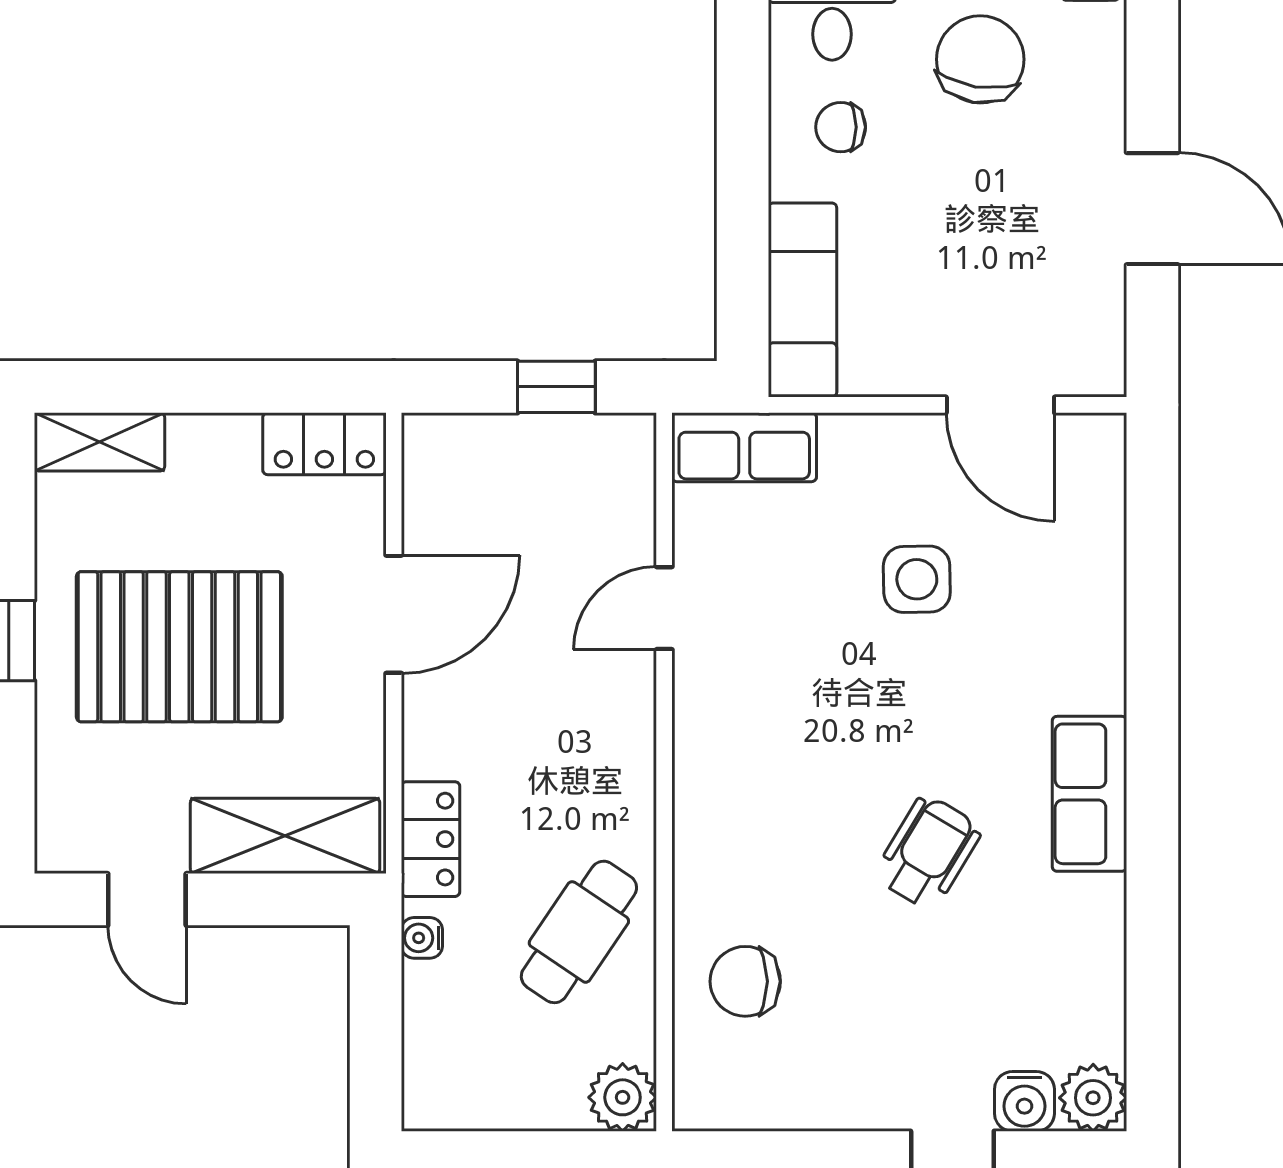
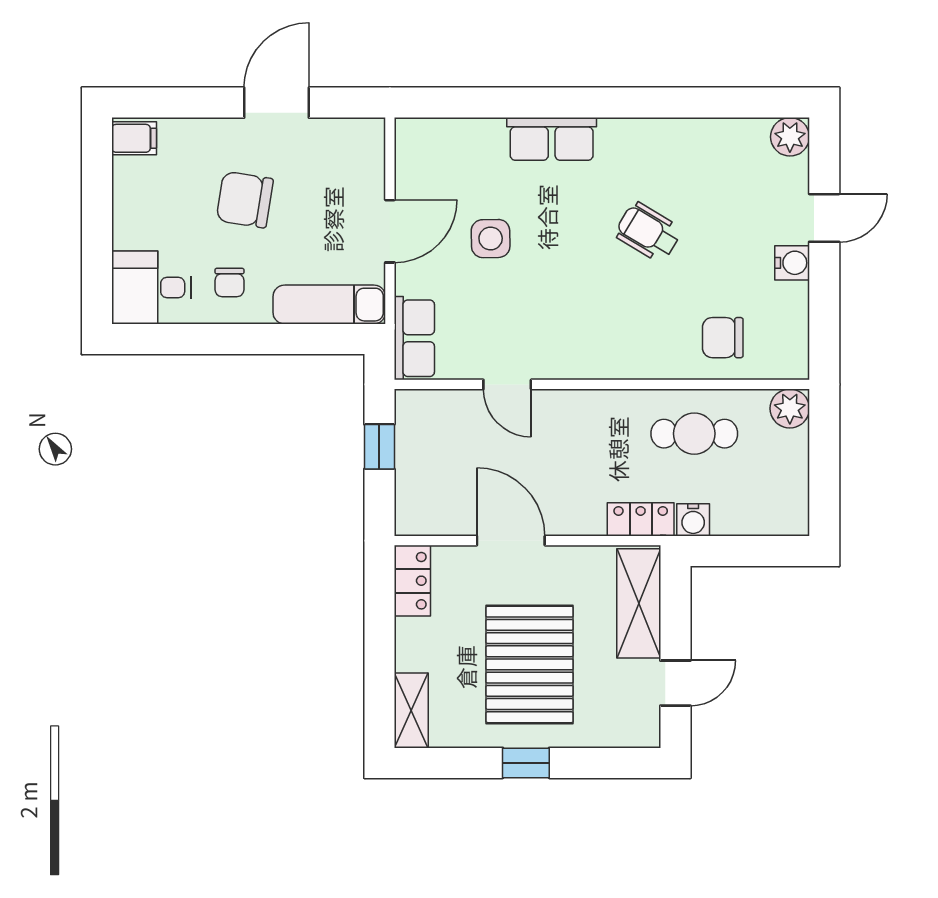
chair: (980, 59) -> (245, 200), moved
door: (1000, 405) -> (390, 231), moved
row of seats: (1089, 794) -> (552, 139), moved
cafe table: (579, 932) -> (694, 434), turned -34
water cooler: (422, 938) -> (693, 520), width x1.38, depth x1.38
chair: (745, 981) -> (723, 338), turned 90
water cooler: (1024, 1101) -> (792, 263), moved

